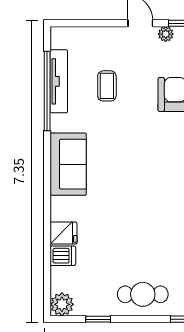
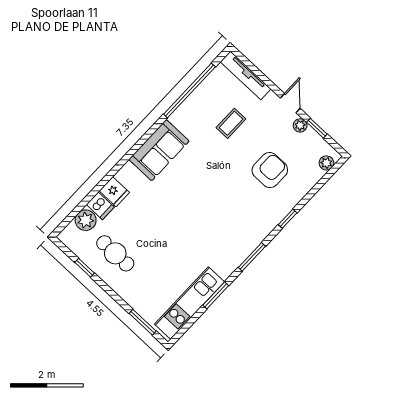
tv unit: (59, 81) -> (246, 75), moved, turned 90
cafe table: (143, 294) -> (115, 253), moved
plant: (62, 304) -> (86, 220), moved

